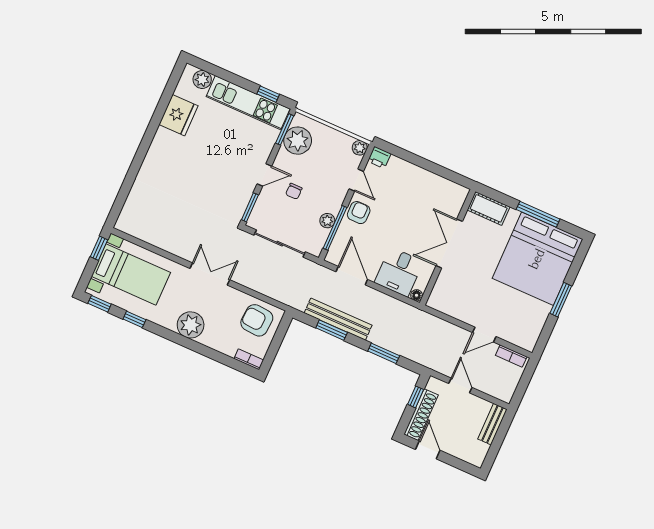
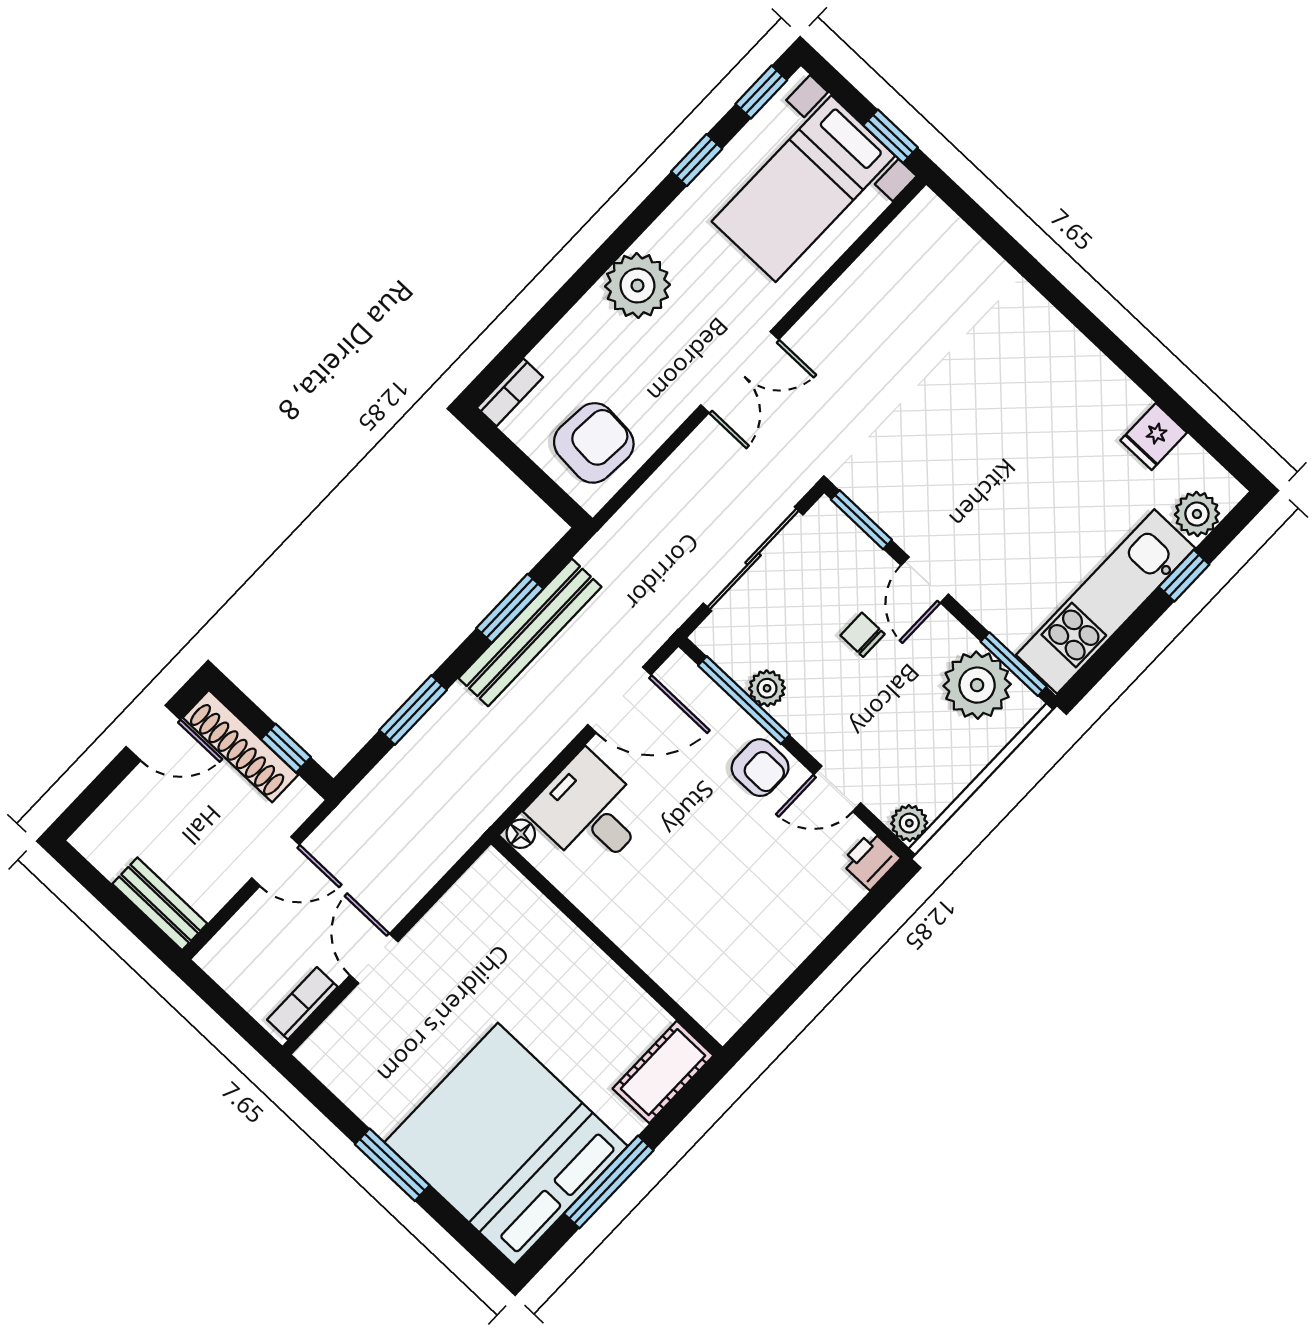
window: (268, 94) -> (1184, 576), moved
fridge: (178, 115) -> (1154, 437), width x0.53, depth x0.75
double door: (449, 244) -> (614, 952), removed

